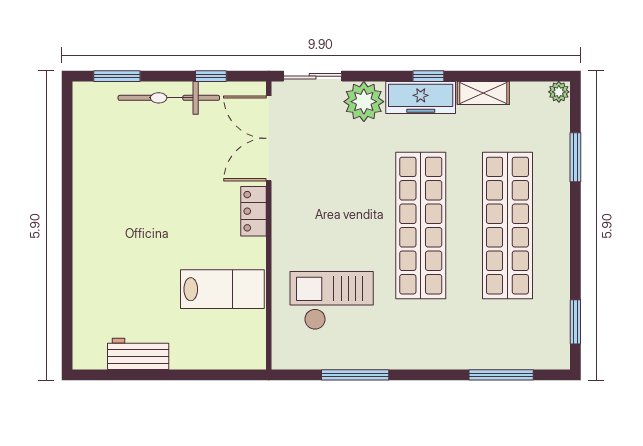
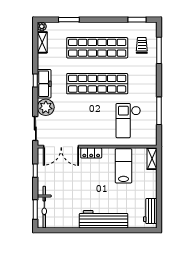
shelving: (483, 93) -> (42, 42), moved
bicycle: (169, 98) -> (44, 207), moved
workbench: (93, 241) -> (104, 219), added
trolley: (513, 333) -> (142, 45), added
workbench: (138, 354) -> (150, 211), moved
shelving: (240, 358) -> (152, 159), added

